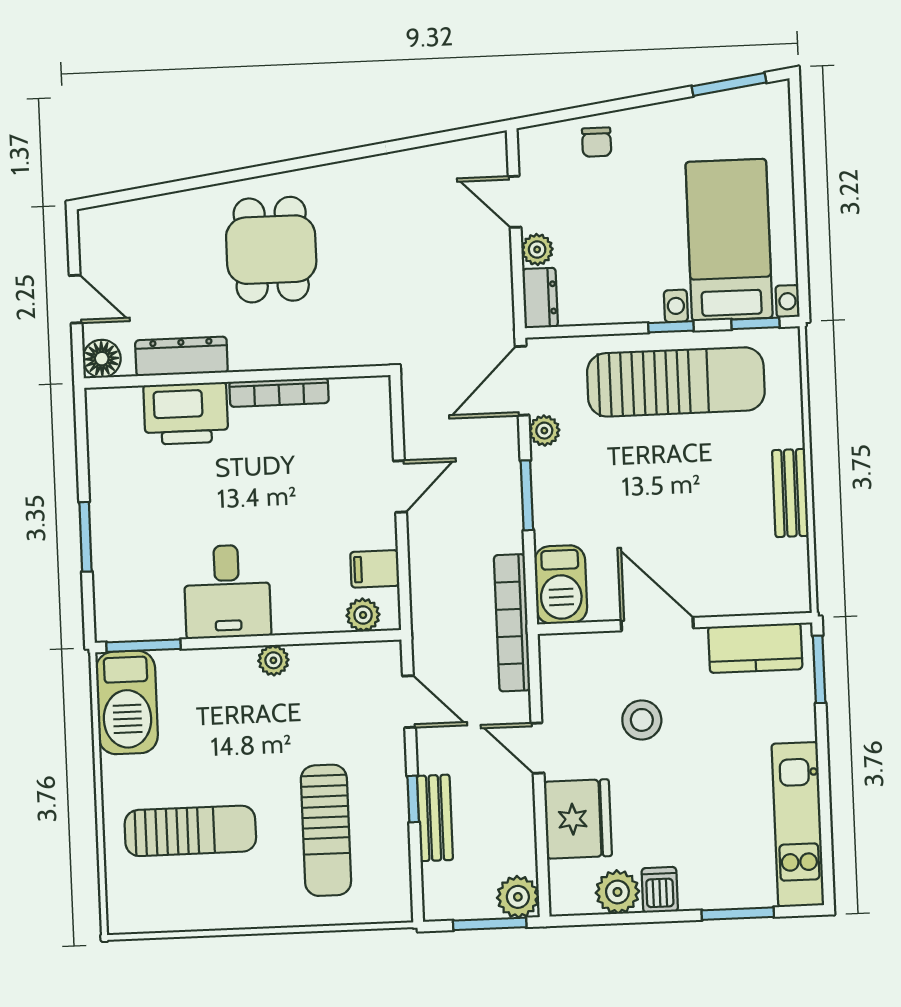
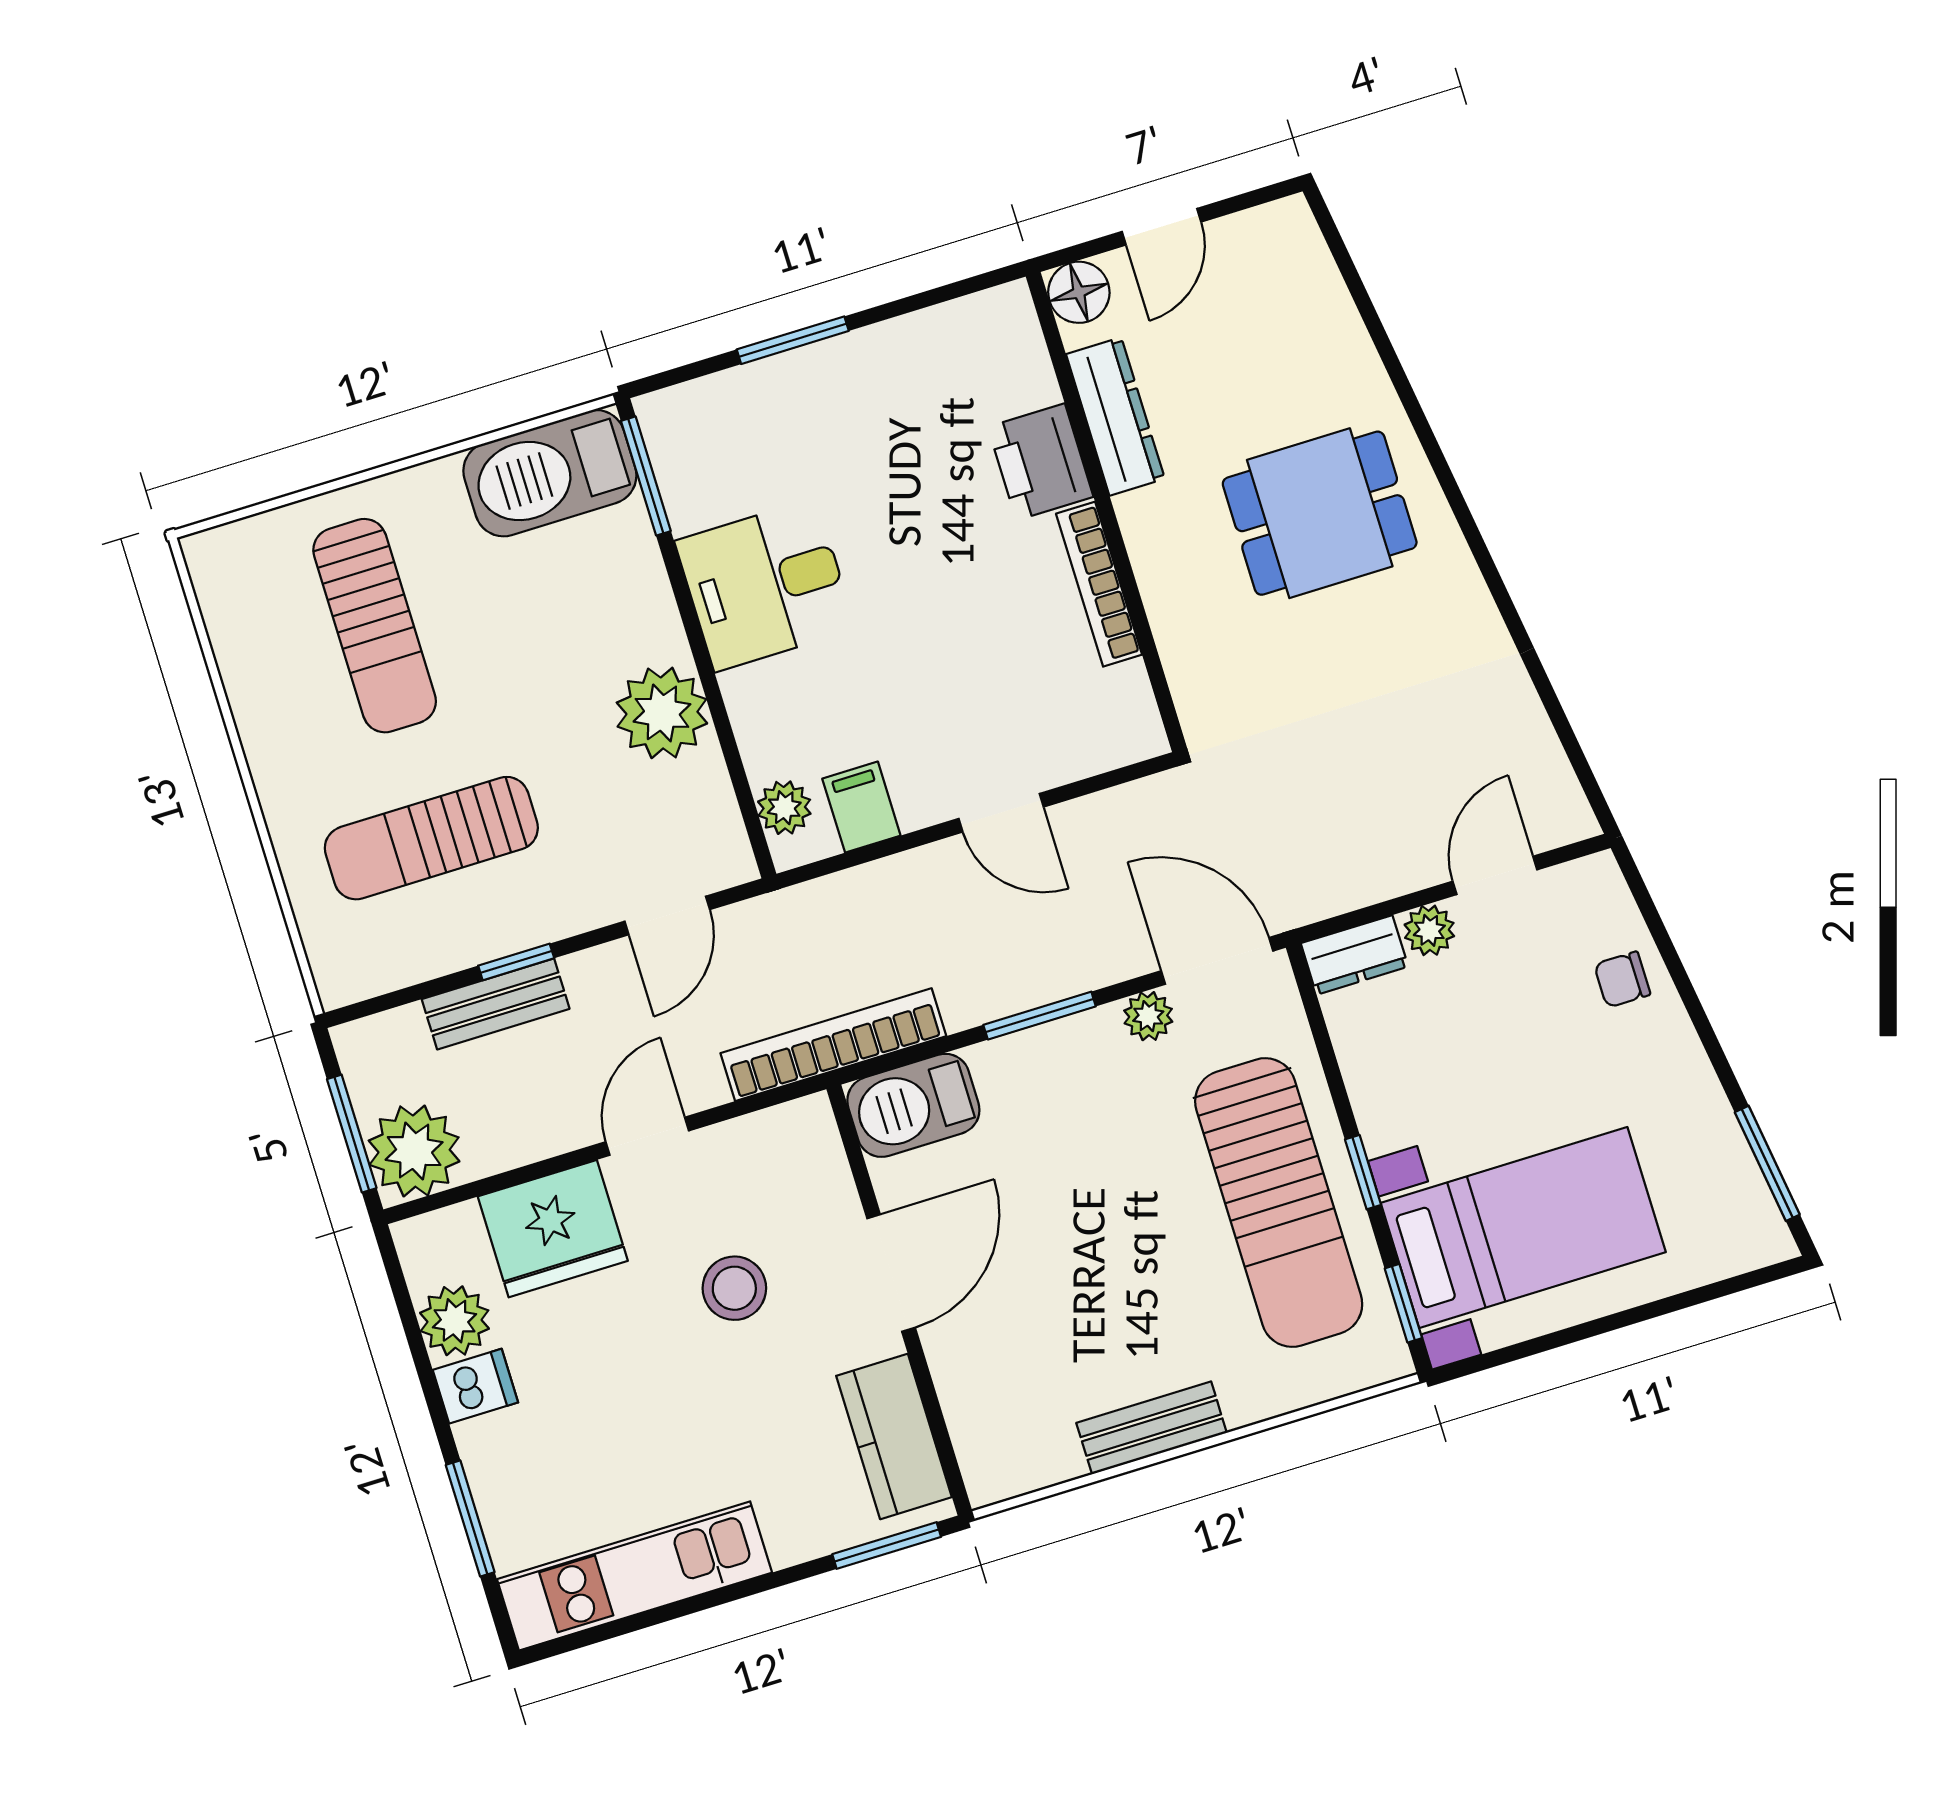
printer: (186, 413) -> (1041, 462), width x0.73, depth x0.84
plant: (273, 660) -> (662, 713), width x1.87, depth x1.87
plant: (518, 897) -> (414, 1151), width x1.36, depth x1.36

